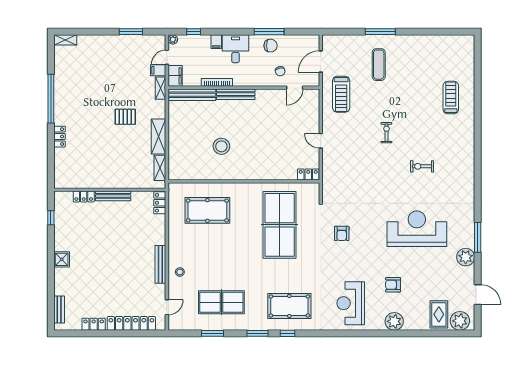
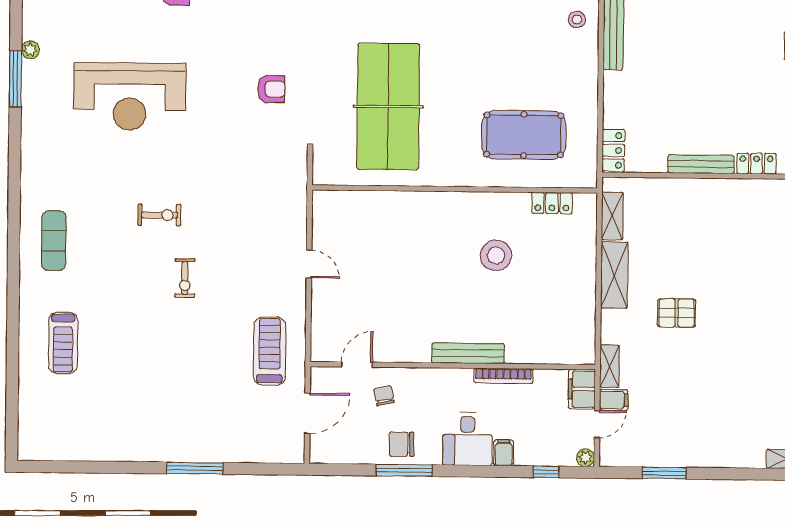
exercise mat: (379, 65) -> (54, 241), moved
bench: (192, 95) -> (551, 353), removed
exercise bike: (422, 166) -> (159, 215), moved
locker: (308, 174) -> (552, 203), moved
armchair: (342, 233) -> (271, 89), turned 90
plant: (466, 257) -> (30, 50), width x0.53, depth x0.53

